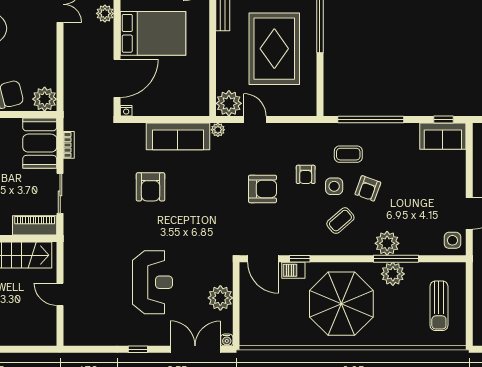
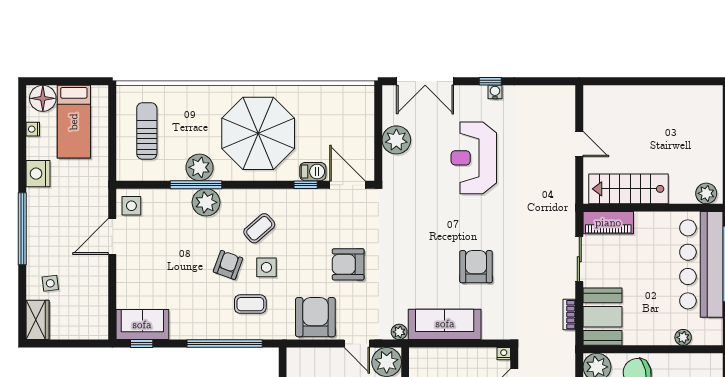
armchair: (306, 174) -> (315, 317), moved, width x1.88, depth x1.88
water cooler: (227, 340) -> (495, 92), moved

